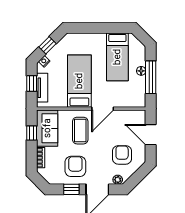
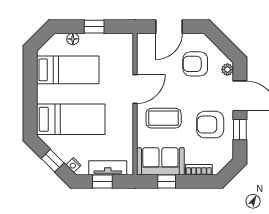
floor lamp: (141, 71) -> (73, 39), moved
window: (151, 77) -> (94, 27), width x0.46
bed: (79, 81) -> (71, 119), moved, turned 180
door: (103, 109) -> (135, 89), hinge flipped

